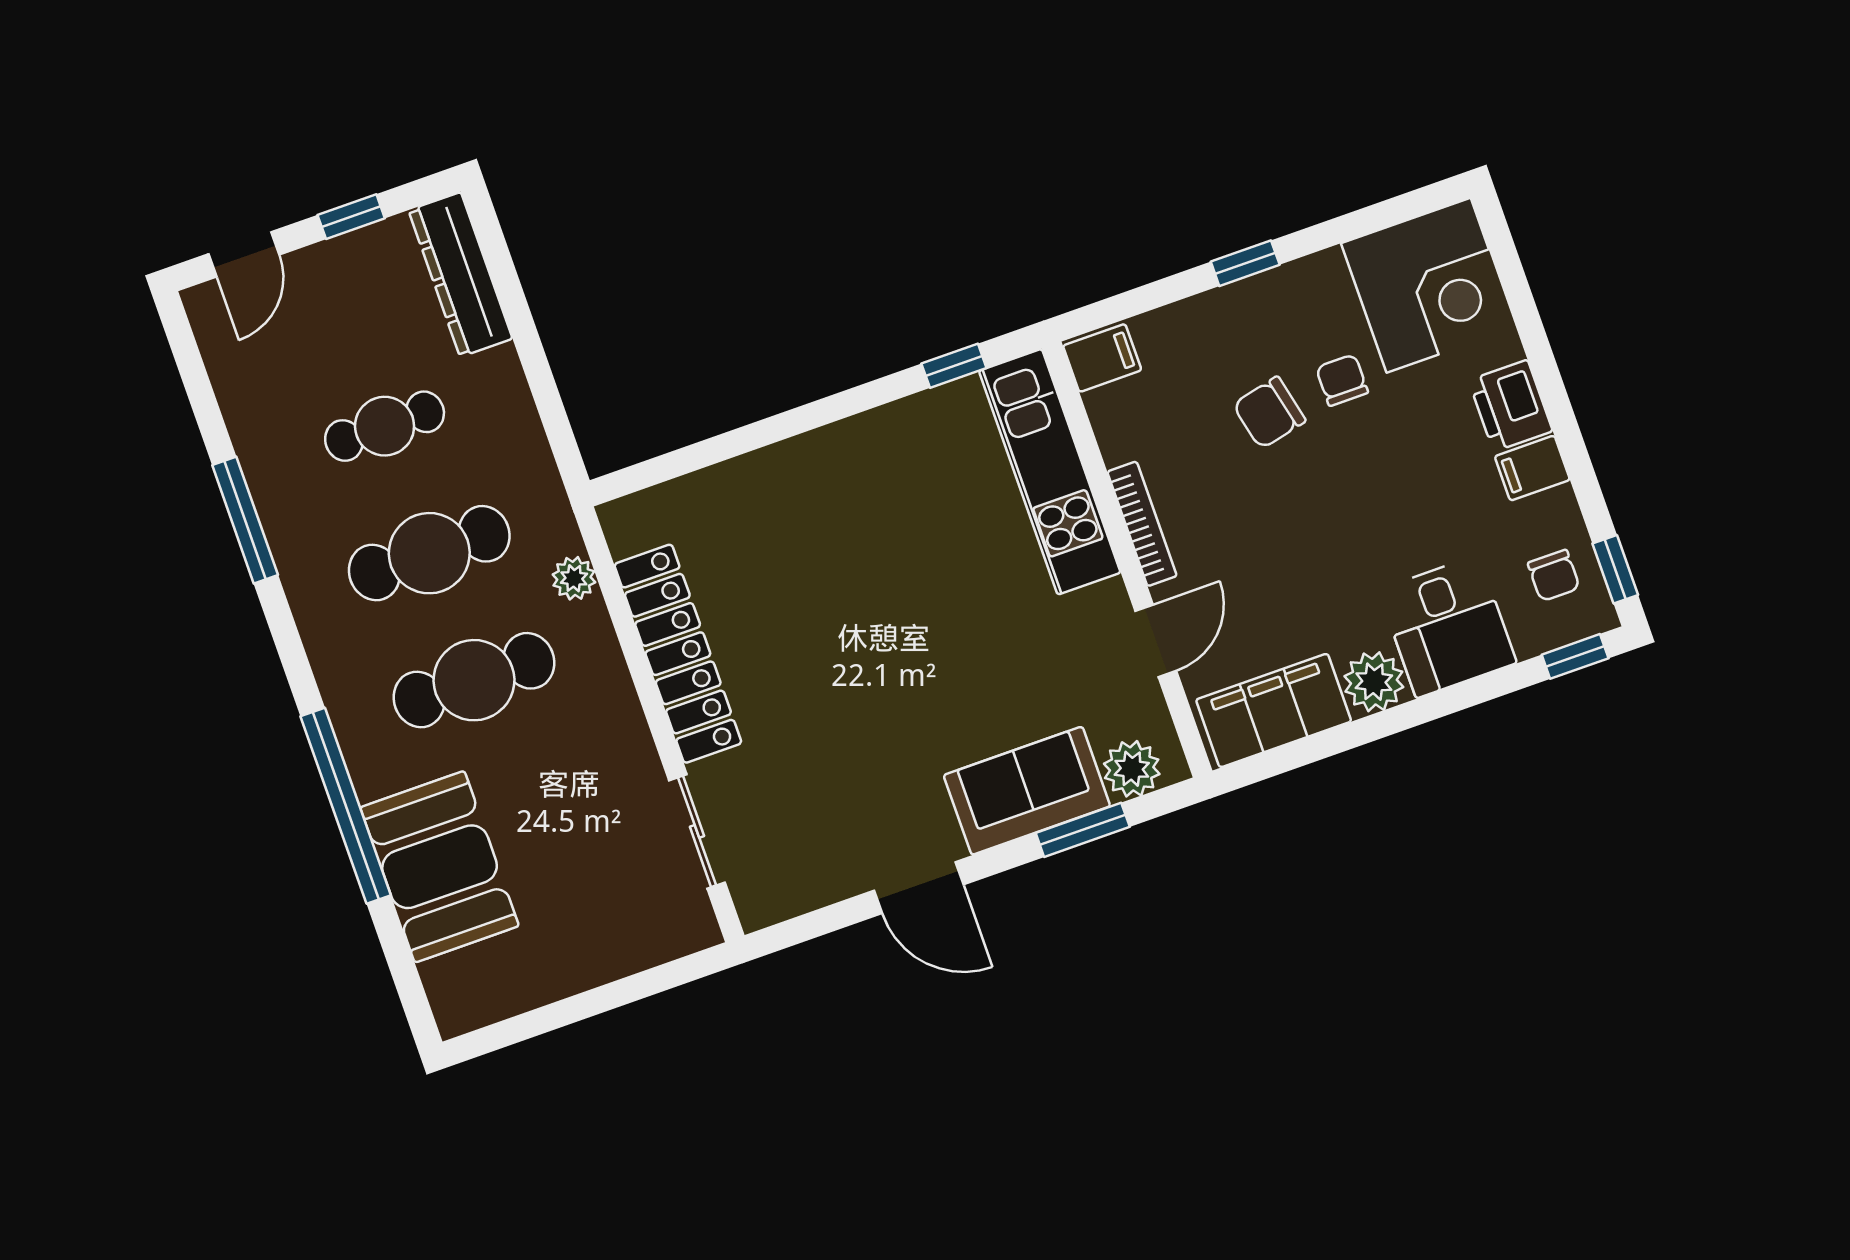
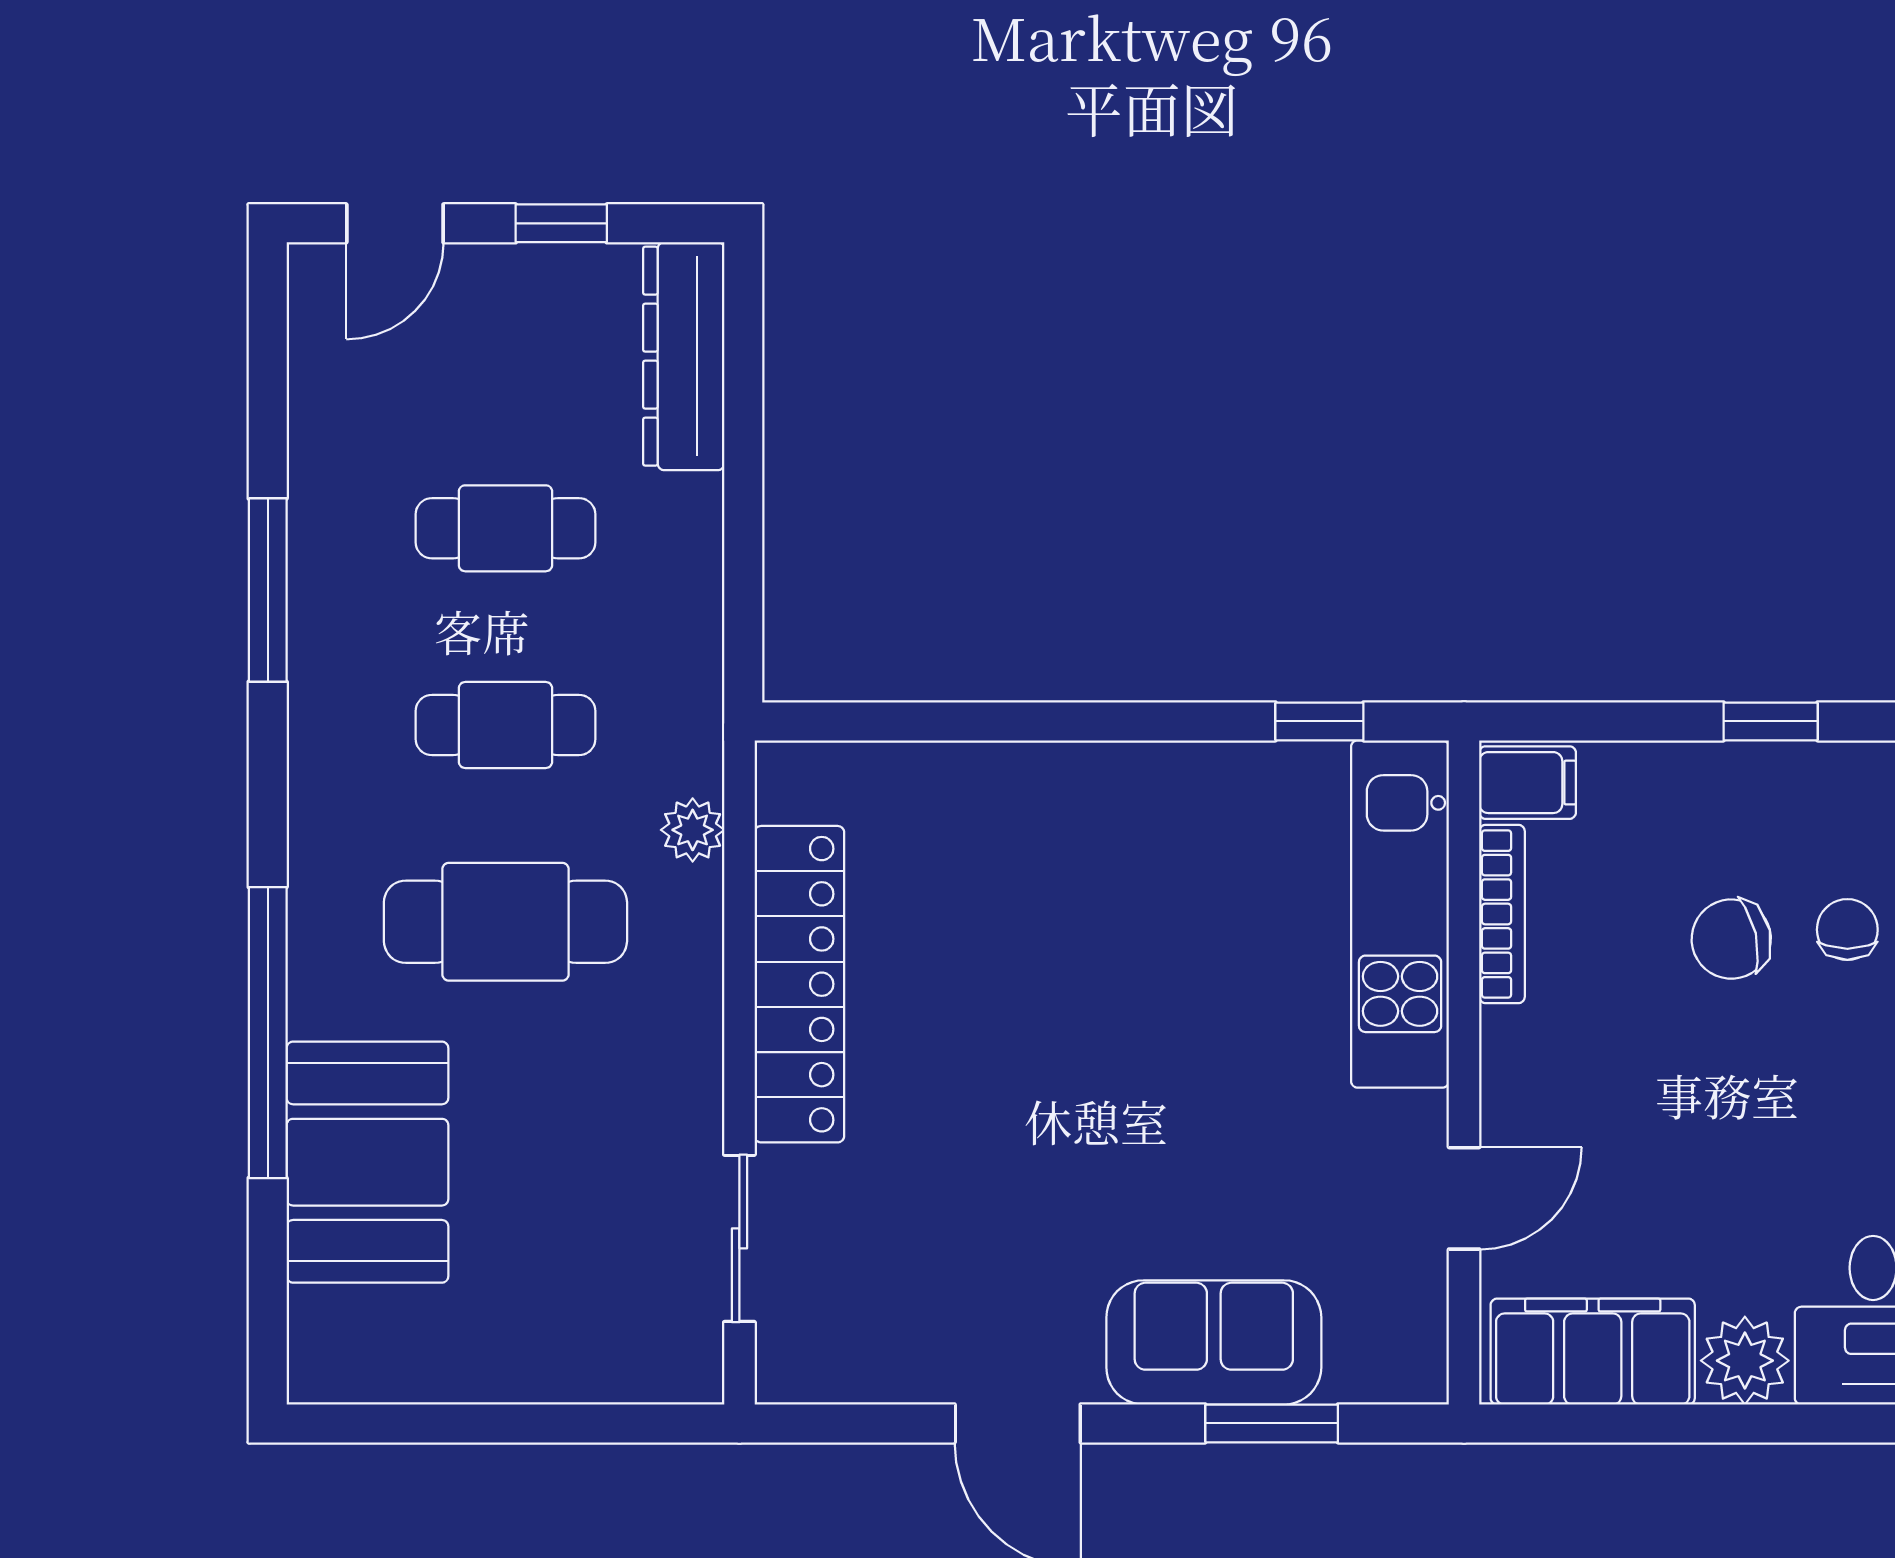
bookcase: (1142, 524) -> (1502, 914), moved
cafe table: (429, 553) -> (505, 725), width x0.73, depth x0.74
plant: (1132, 769) -> (1369, 1363), removed

